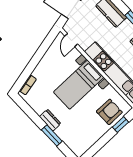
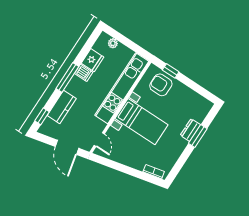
door: (71, 40) -> (99, 140), hinge flipped
dresser: (50, 120) -> (190, 130), moved

